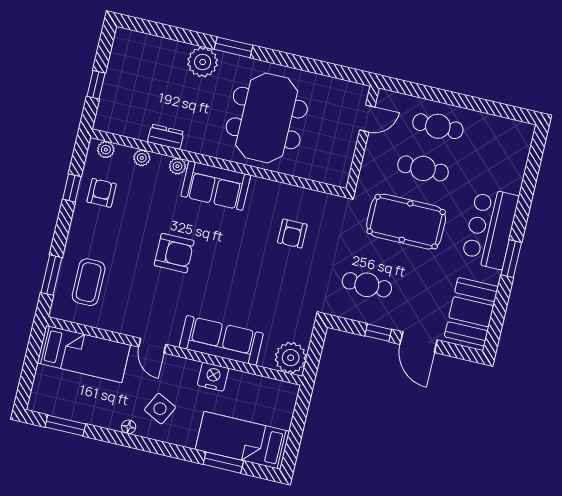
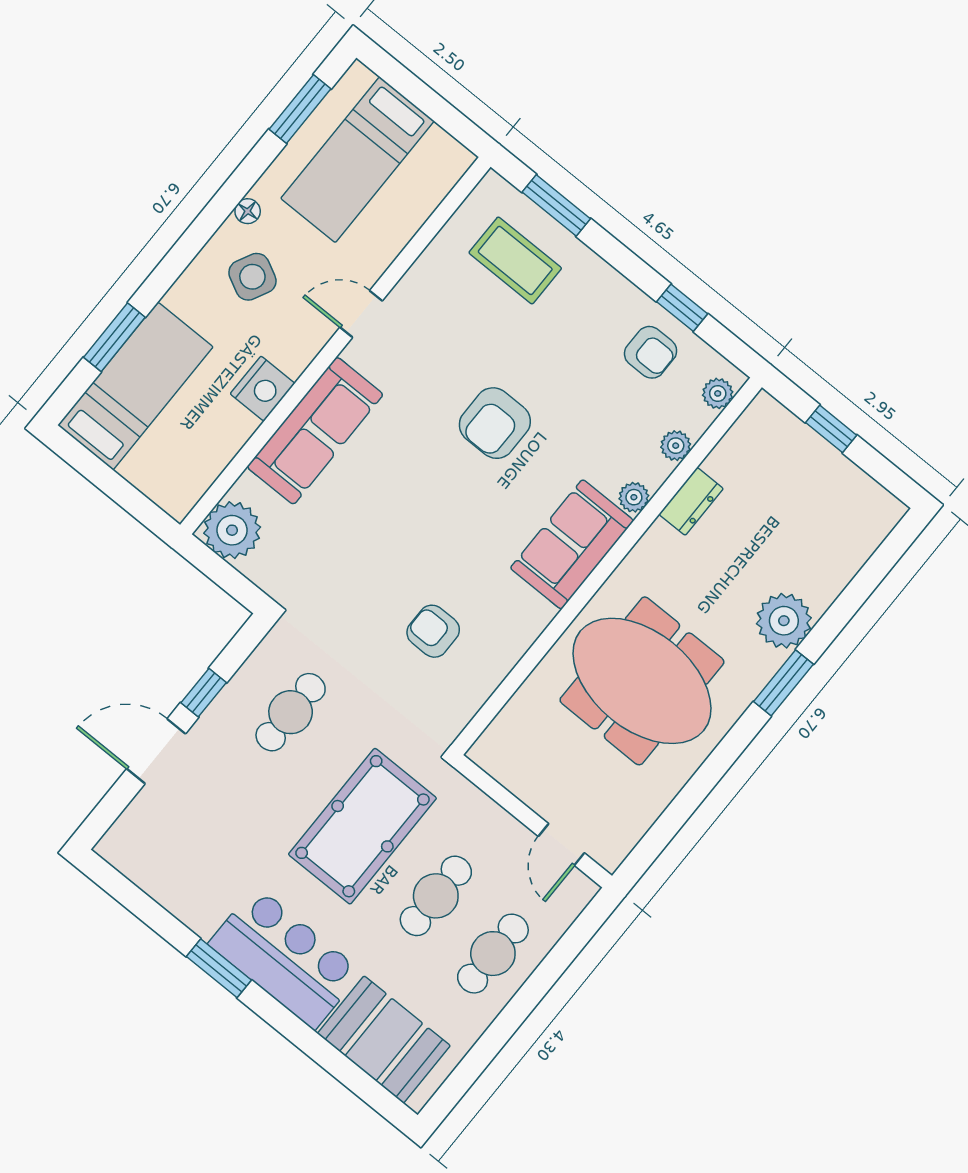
booth: (471, 312) -> (384, 1040), moved
bed: (84, 354) -> (357, 160), moved

